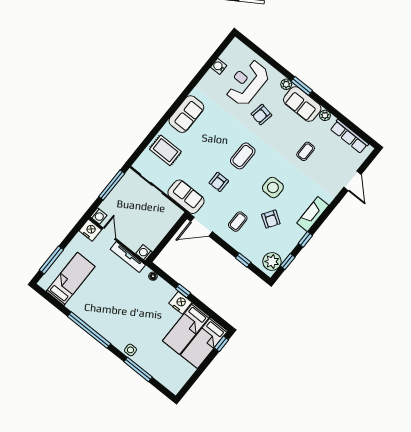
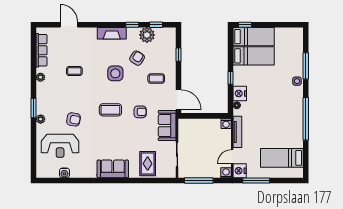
sofa: (302, 104) -> (45, 98), removed
door: (352, 181) -> (69, 25), hinge flipped
window: (51, 260) -> (256, 181), moved
plant: (272, 261) -> (147, 35), moved
nightstand: (180, 303) -> (240, 93), moved

